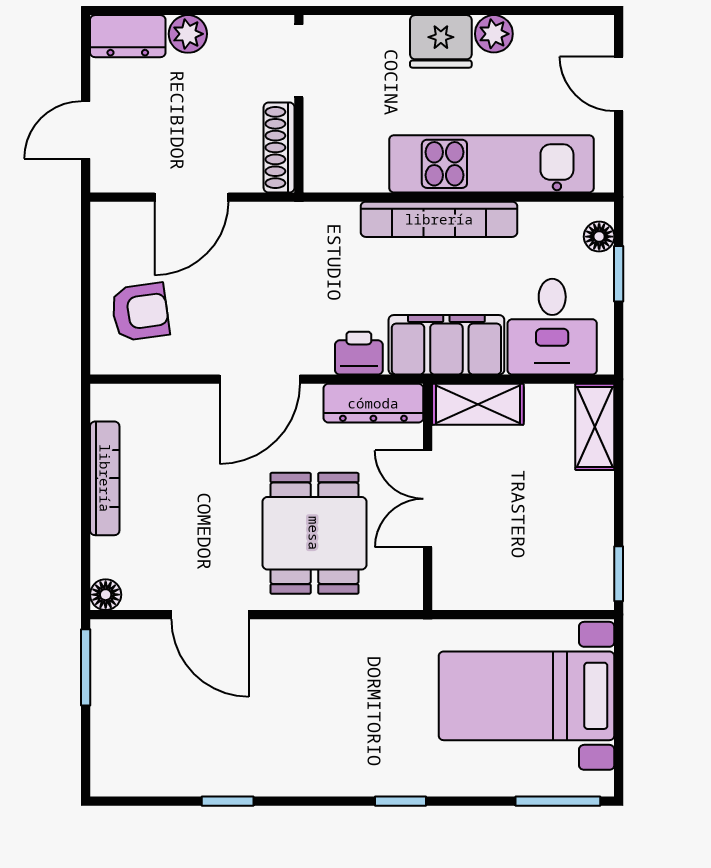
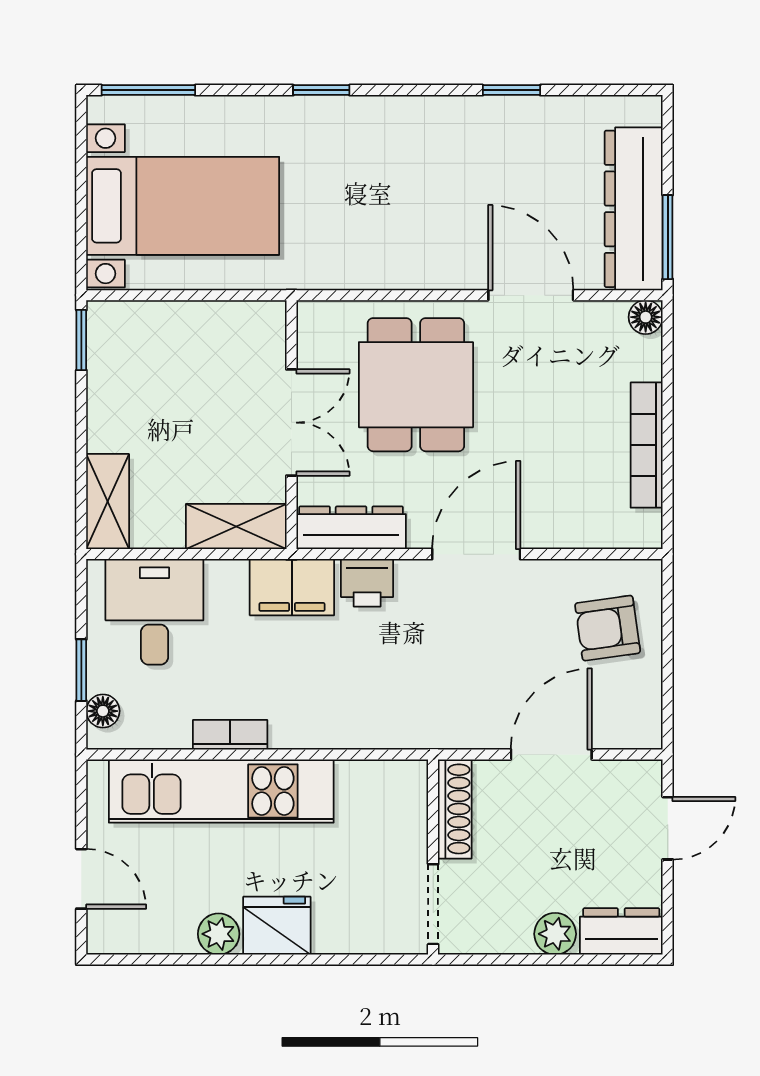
bookcase: (439, 219) -> (230, 735), width x0.43, depth x0.76
filing cabinet: (446, 345) -> (292, 587), width x0.67, depth x0.86
dresser: (117, 693) -> (634, 209), added

